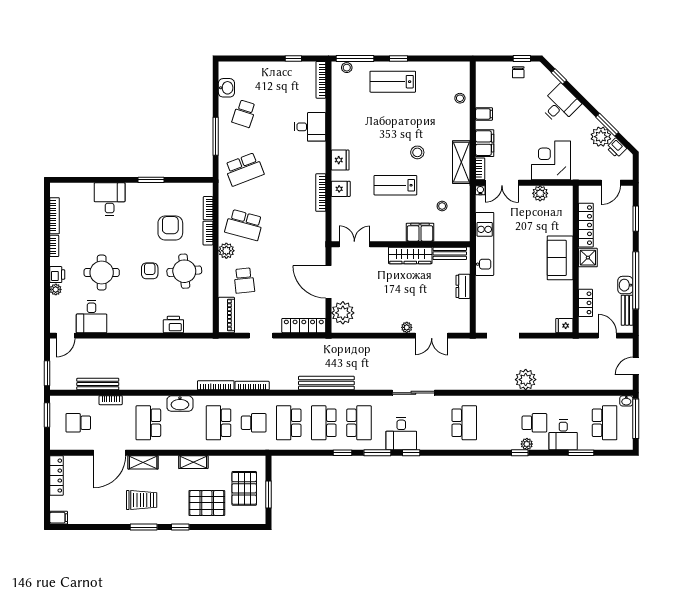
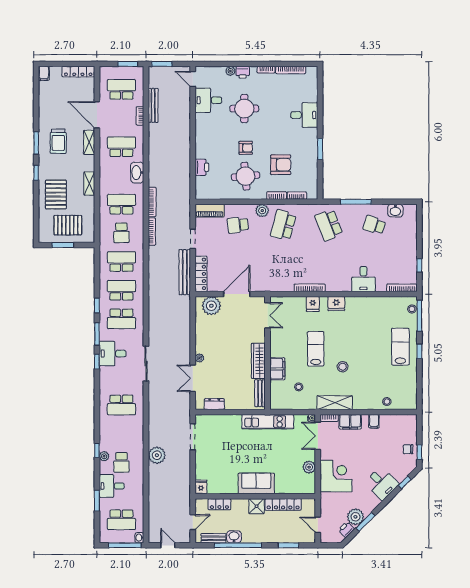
dresser: (463, 286) -> (214, 404), moved
bench: (326, 383) -> (185, 272), moved
school desk: (78, 423) -> (121, 89), width x1.85

